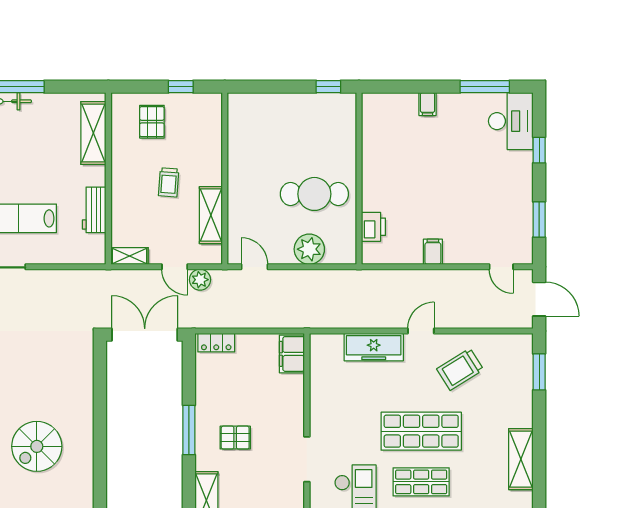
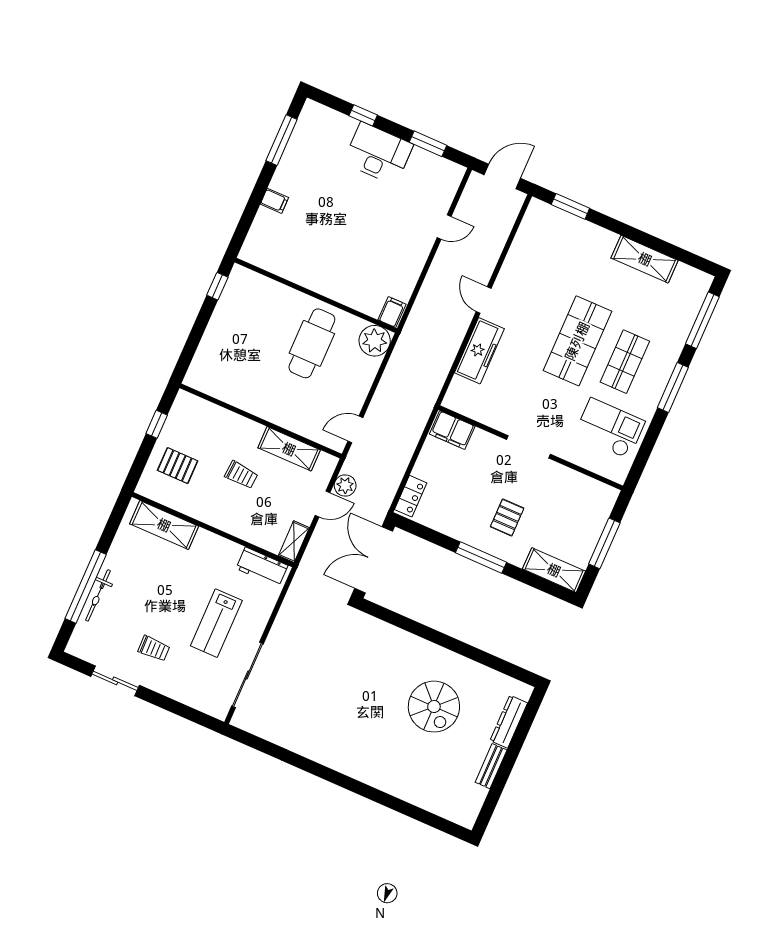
desk: (511, 121) -> (378, 154), moved
workbench: (94, 210) -> (262, 567), moved
printer: (373, 227) -> (367, 302), removed
plant: (309, 249) -> (375, 341), moved
filing cabinet: (433, 252) -> (392, 312), moved, turned 90
door: (501, 267) -> (444, 227), moved
trolley: (460, 369) -> (536, 279), removed
doorway: (307, 459) -> (529, 447), moved

